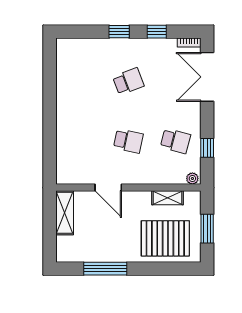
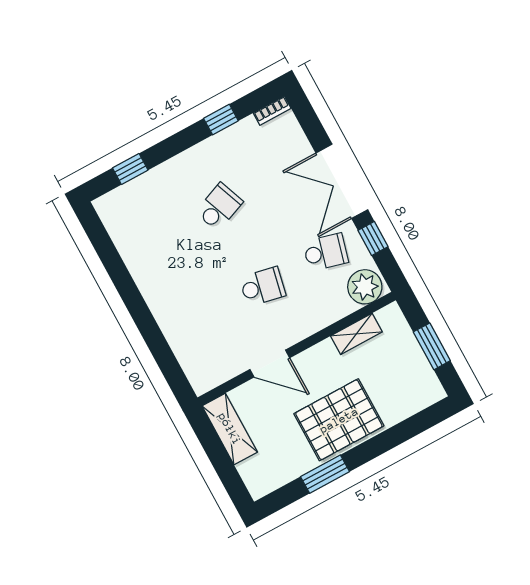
window: (119, 32) -> (130, 169), moved
double door: (207, 77) -> (342, 181), moved
plant: (192, 178) -> (365, 287), width x1.87, depth x1.87
pallet: (165, 238) -> (339, 420), moved
window: (105, 269) -> (325, 474), width x0.69

